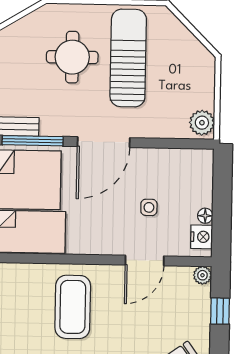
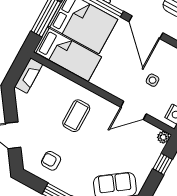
door: (104, 142) -> (146, 27), hinge flipped
coffee table: (73, 307) -> (76, 116), width x0.73, depth x0.76

